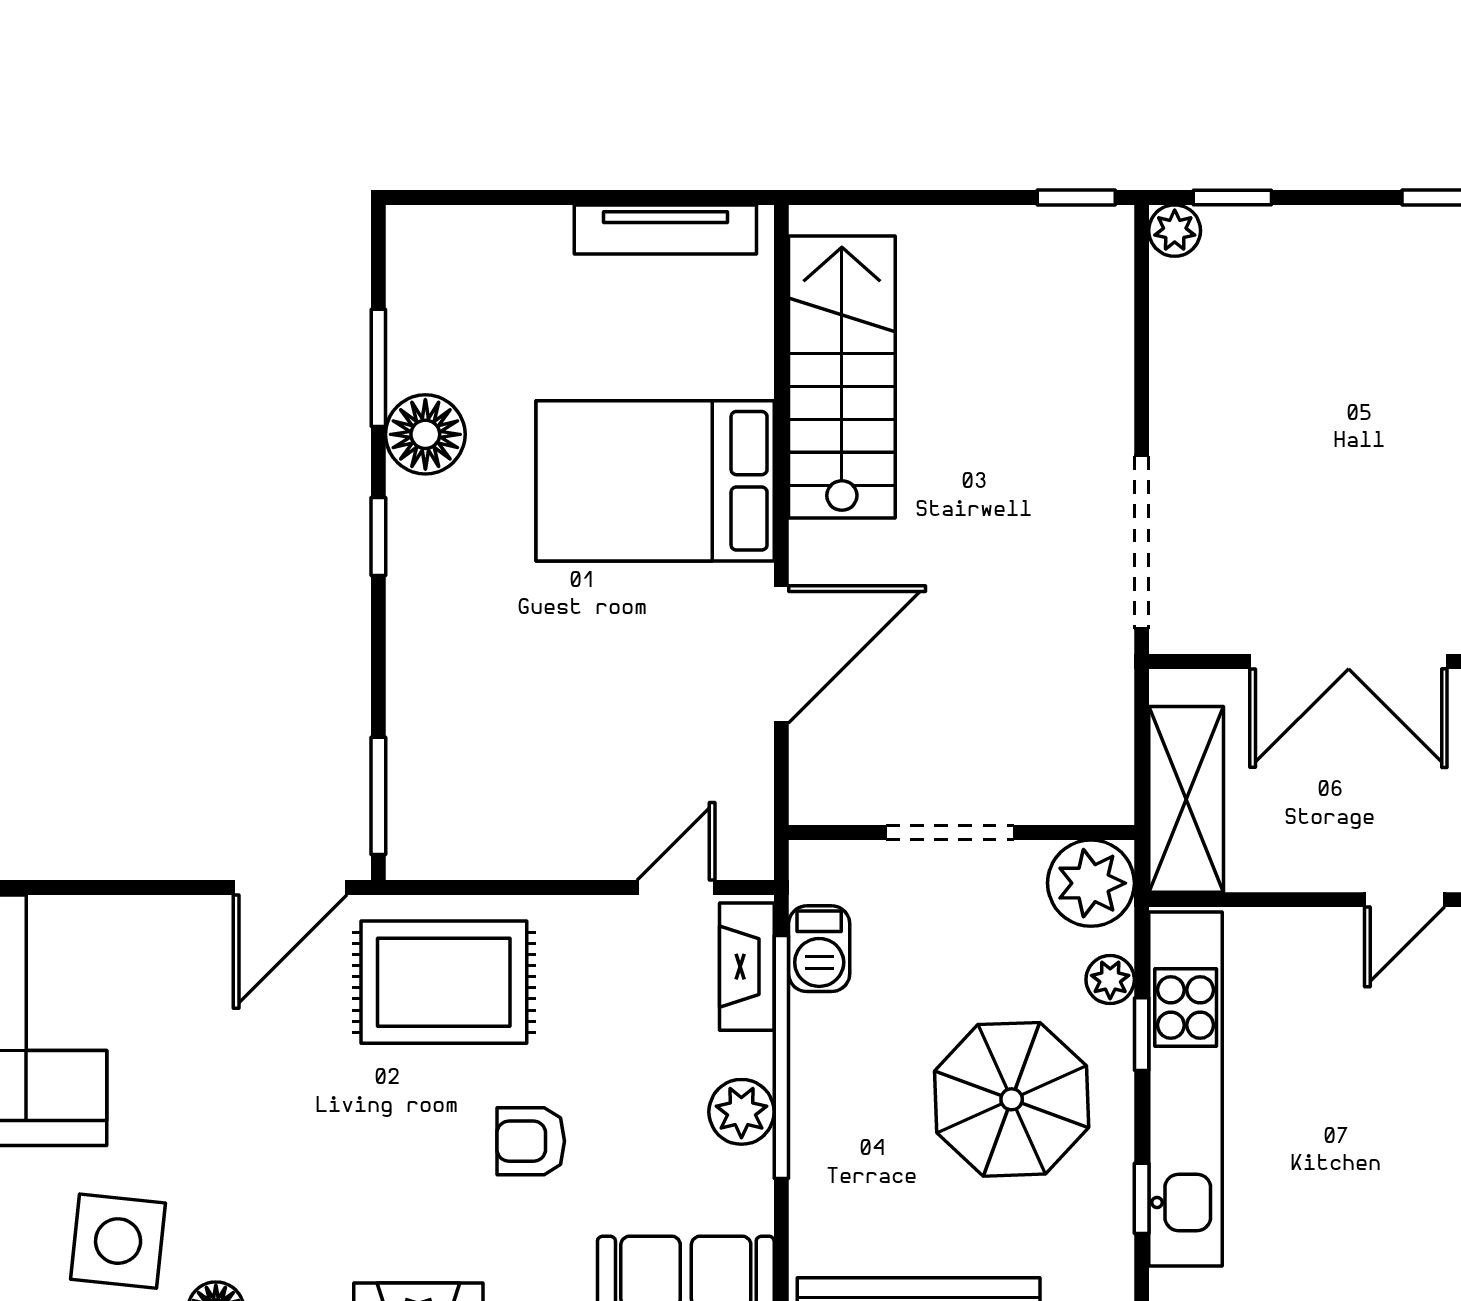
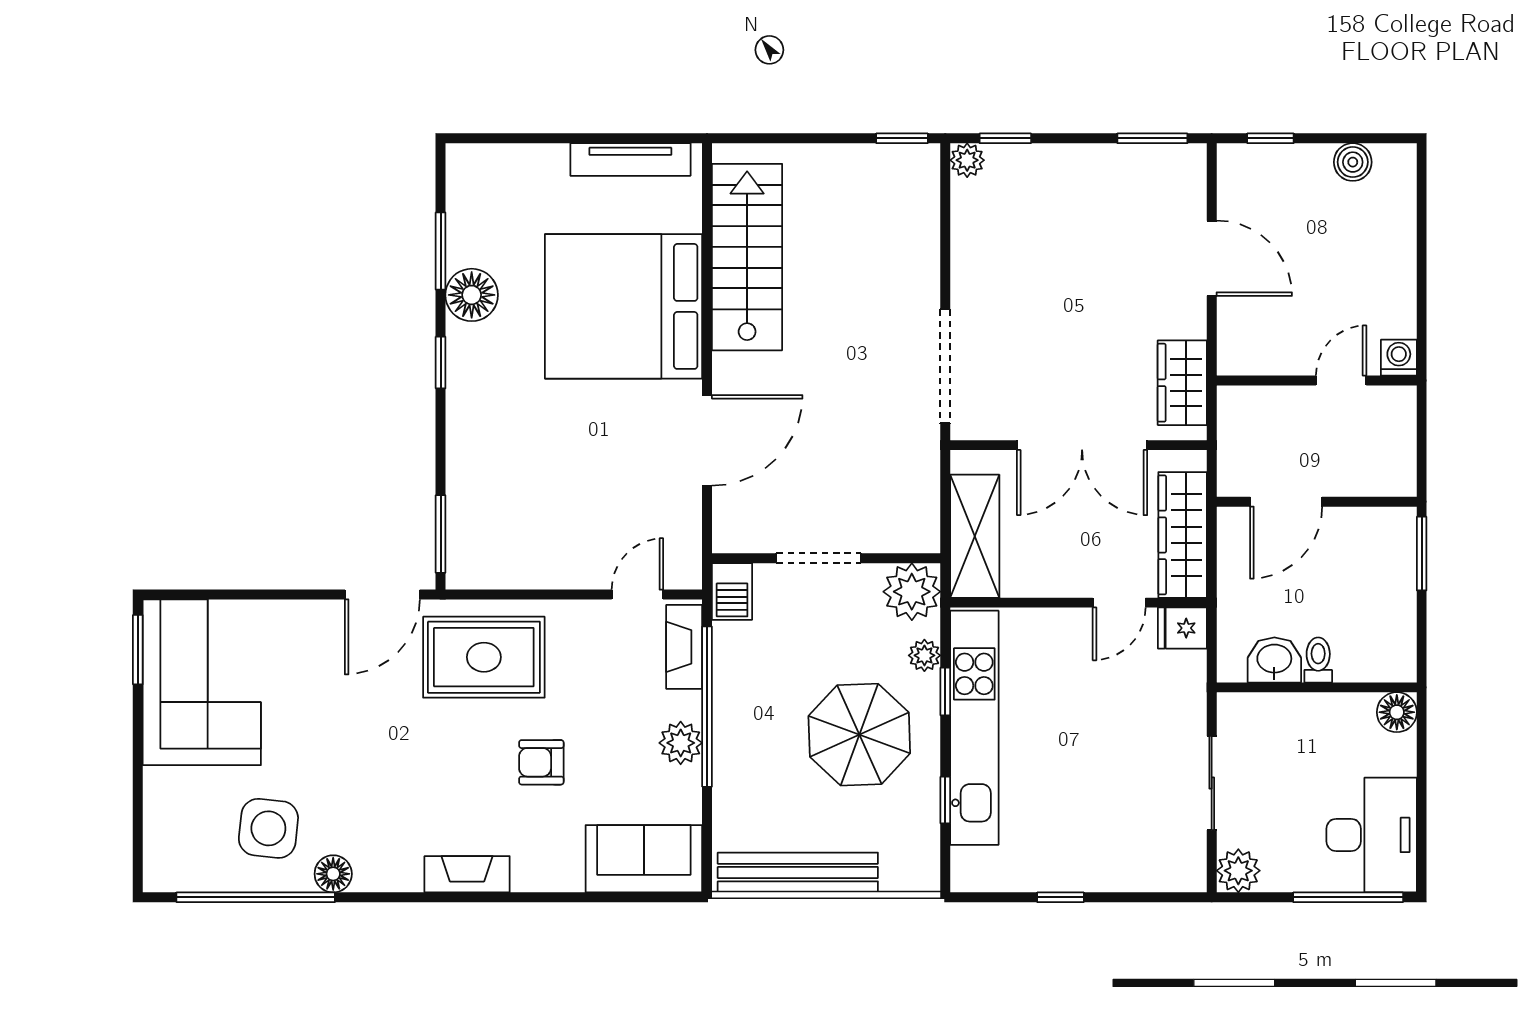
bed: (655, 481) -> (624, 306), width x1.36
barbecue: (819, 949) -> (732, 591), moved

